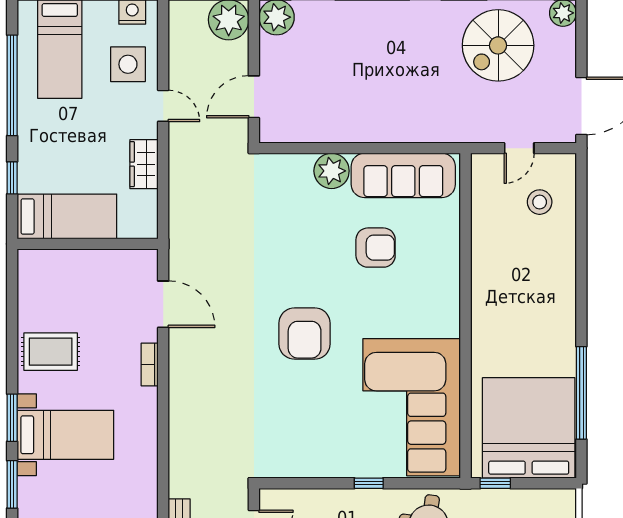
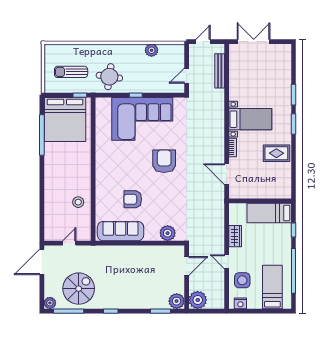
plant: (332, 171) -> (168, 233), moved
stool: (540, 202) -> (78, 202), moved
corner sofa: (412, 407) -> (142, 119), moved, turned 90
bed with nightstands: (65, 435) -> (250, 119), moved, turned 180

